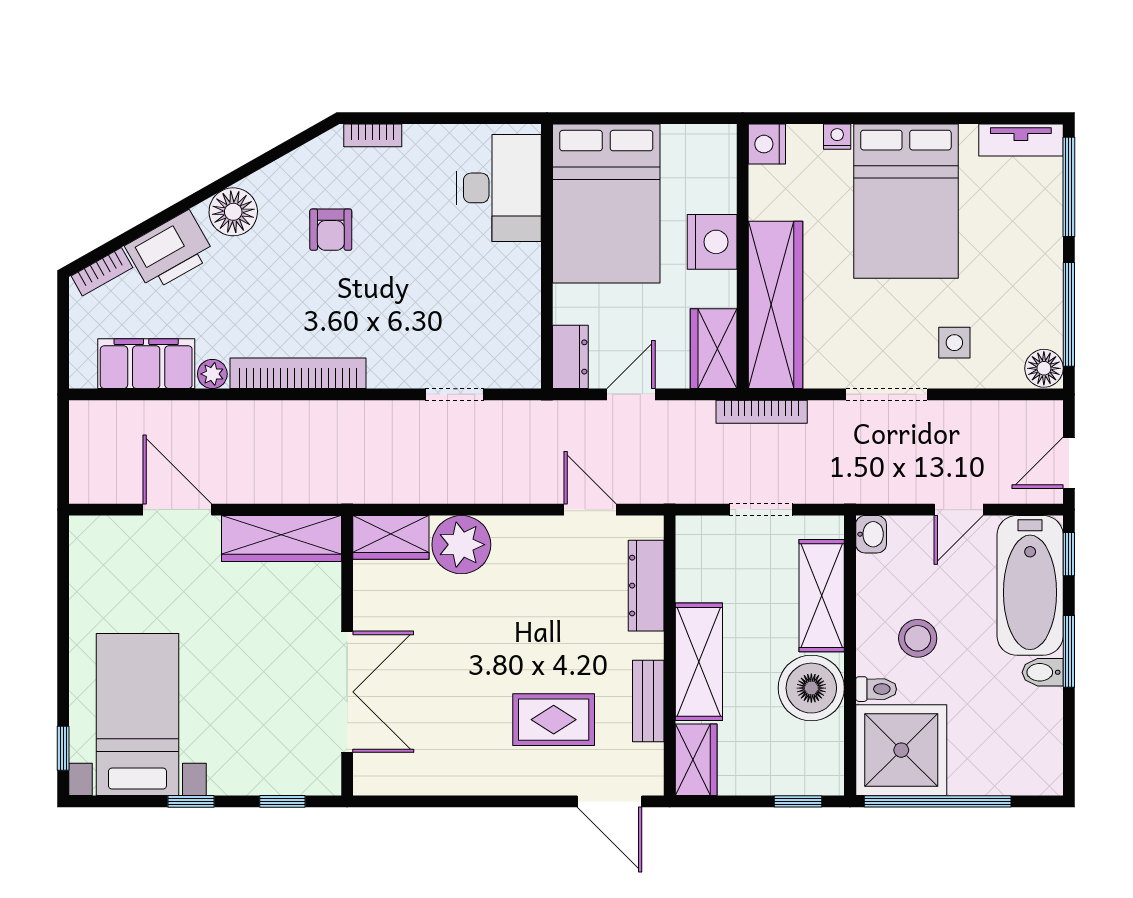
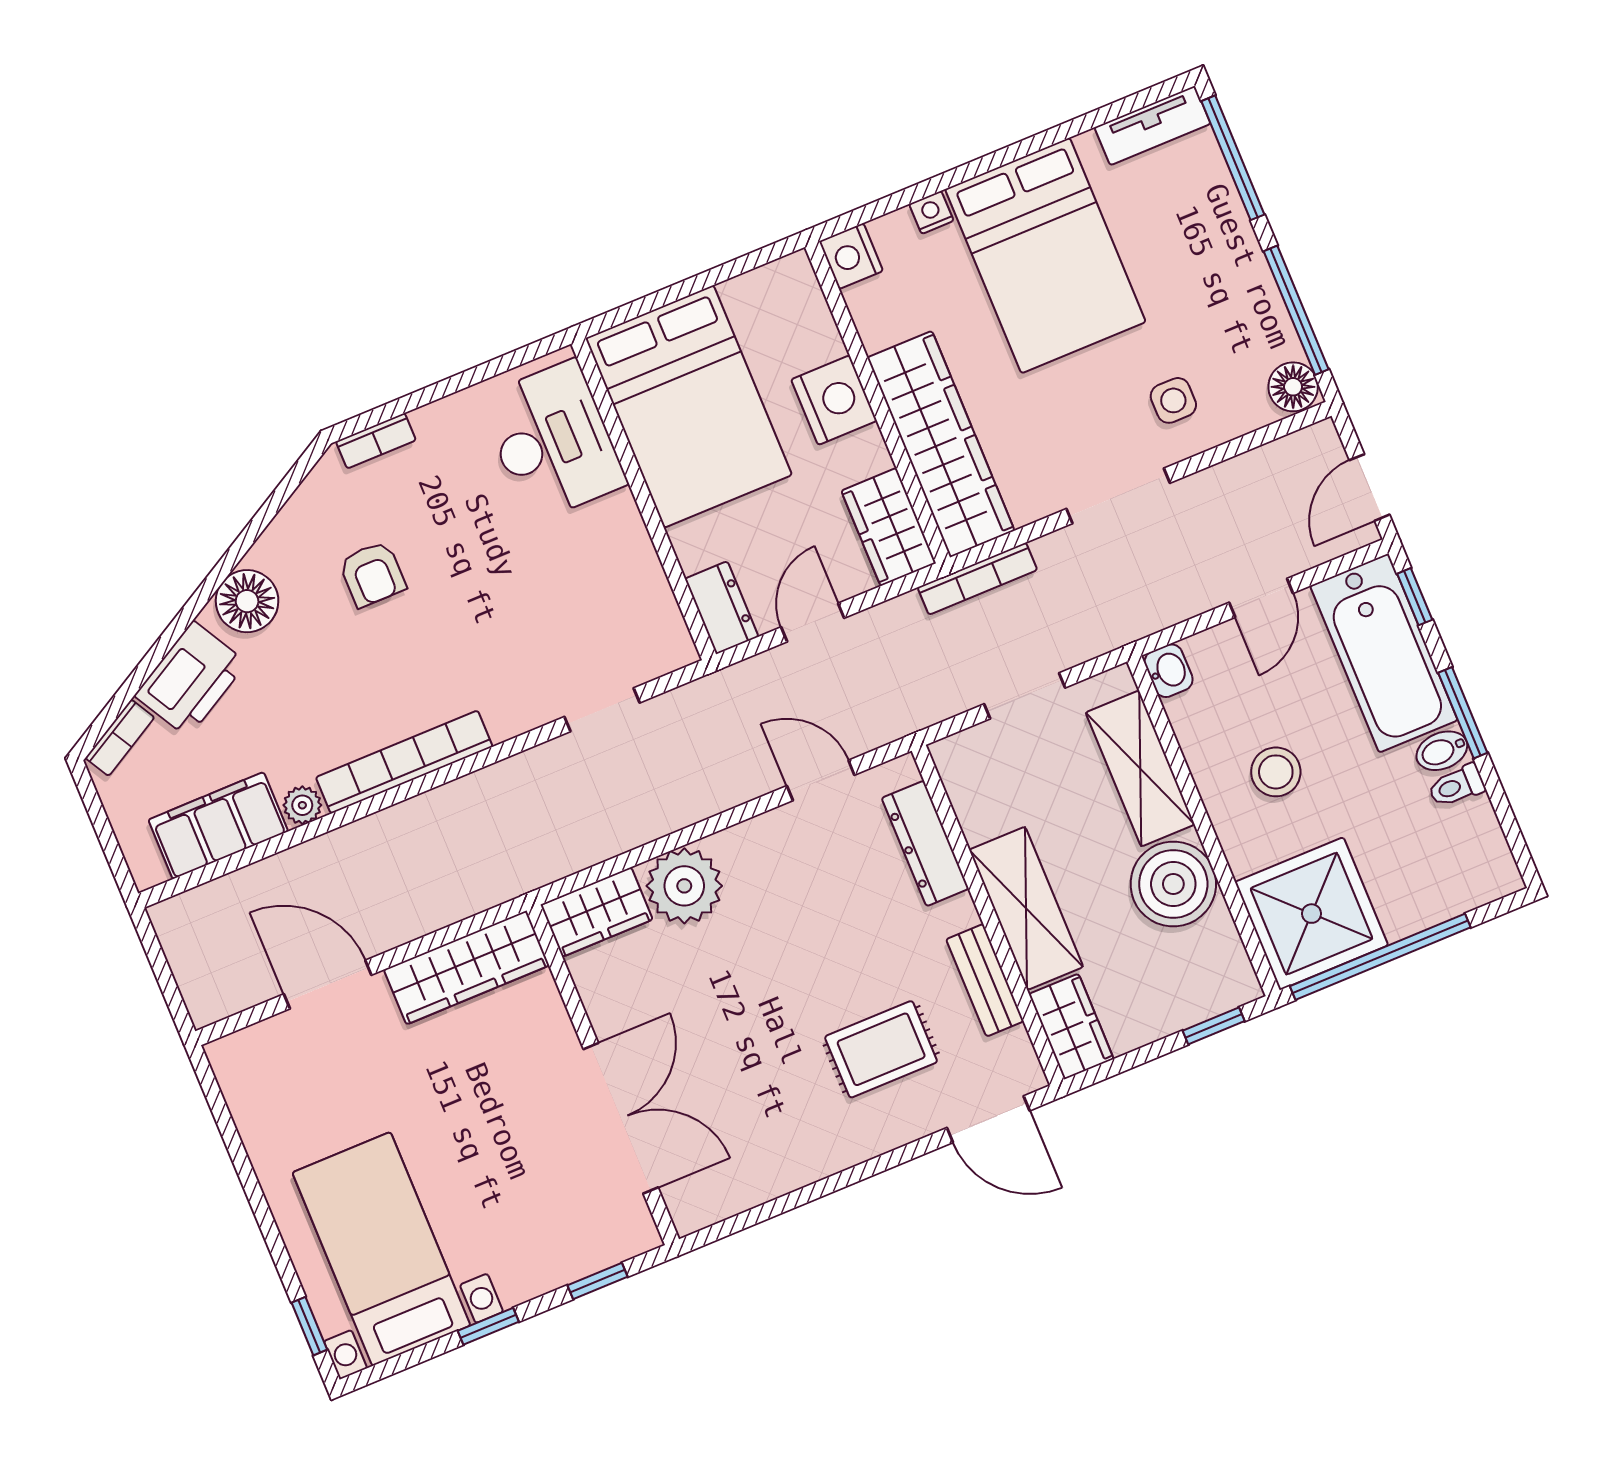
toilet: (876, 689) -> (1457, 786), moved, turned 180

